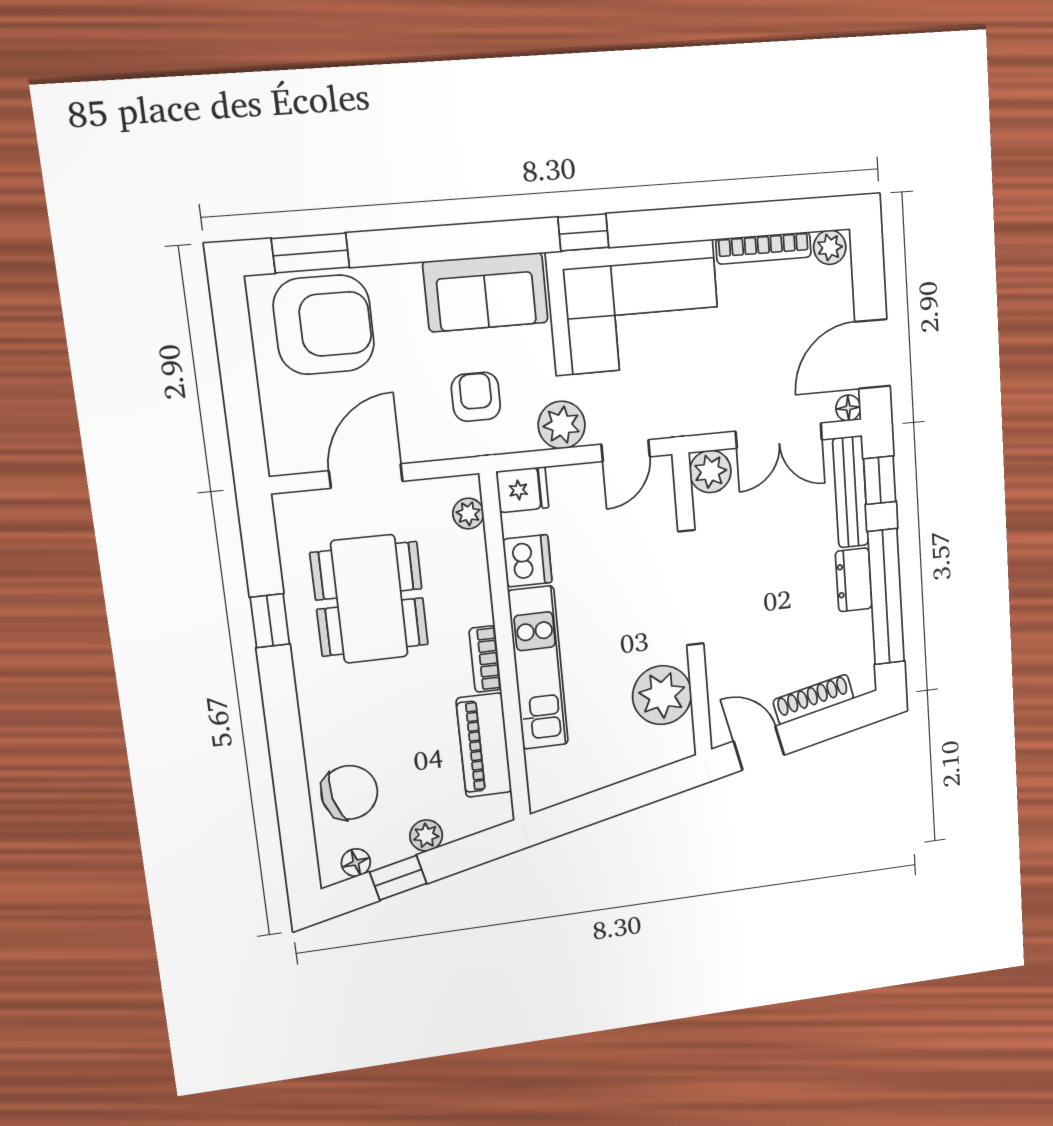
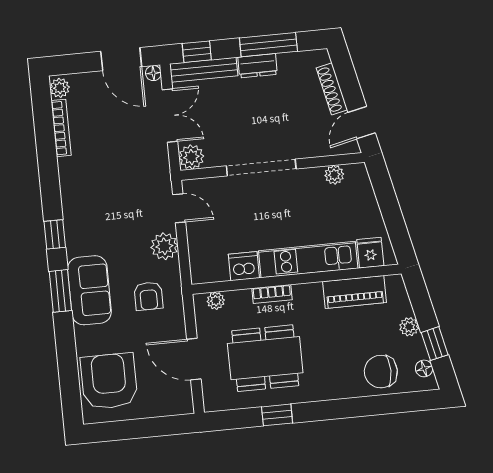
window: (311, 253) -> (60, 291), moved
corner sofa: (634, 307) -> (96, 204), removed
armchair: (476, 397) -> (148, 296), turned -90
fridge: (522, 490) -> (370, 253), moved
window: (886, 597) -> (268, 45), width x0.68
bookcase: (485, 659) -> (272, 294), moved
plant: (662, 695) -> (334, 175), width x0.53, depth x0.53
chair: (349, 792) -> (381, 372), turned -77

